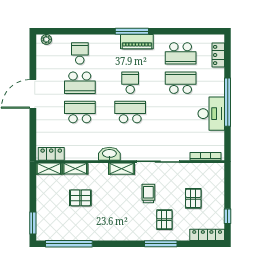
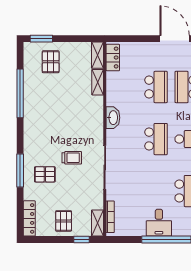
desk: (211, 114) -> (159, 223), width x0.73
shelving: (122, 169) -> (98, 223), moved
pallet: (80, 198) -> (51, 62), moved
pallet: (193, 198) -> (64, 221), moved, turned 90
window: (228, 216) -> (82, 239), moved
window: (69, 244) -> (20, 93), moved

